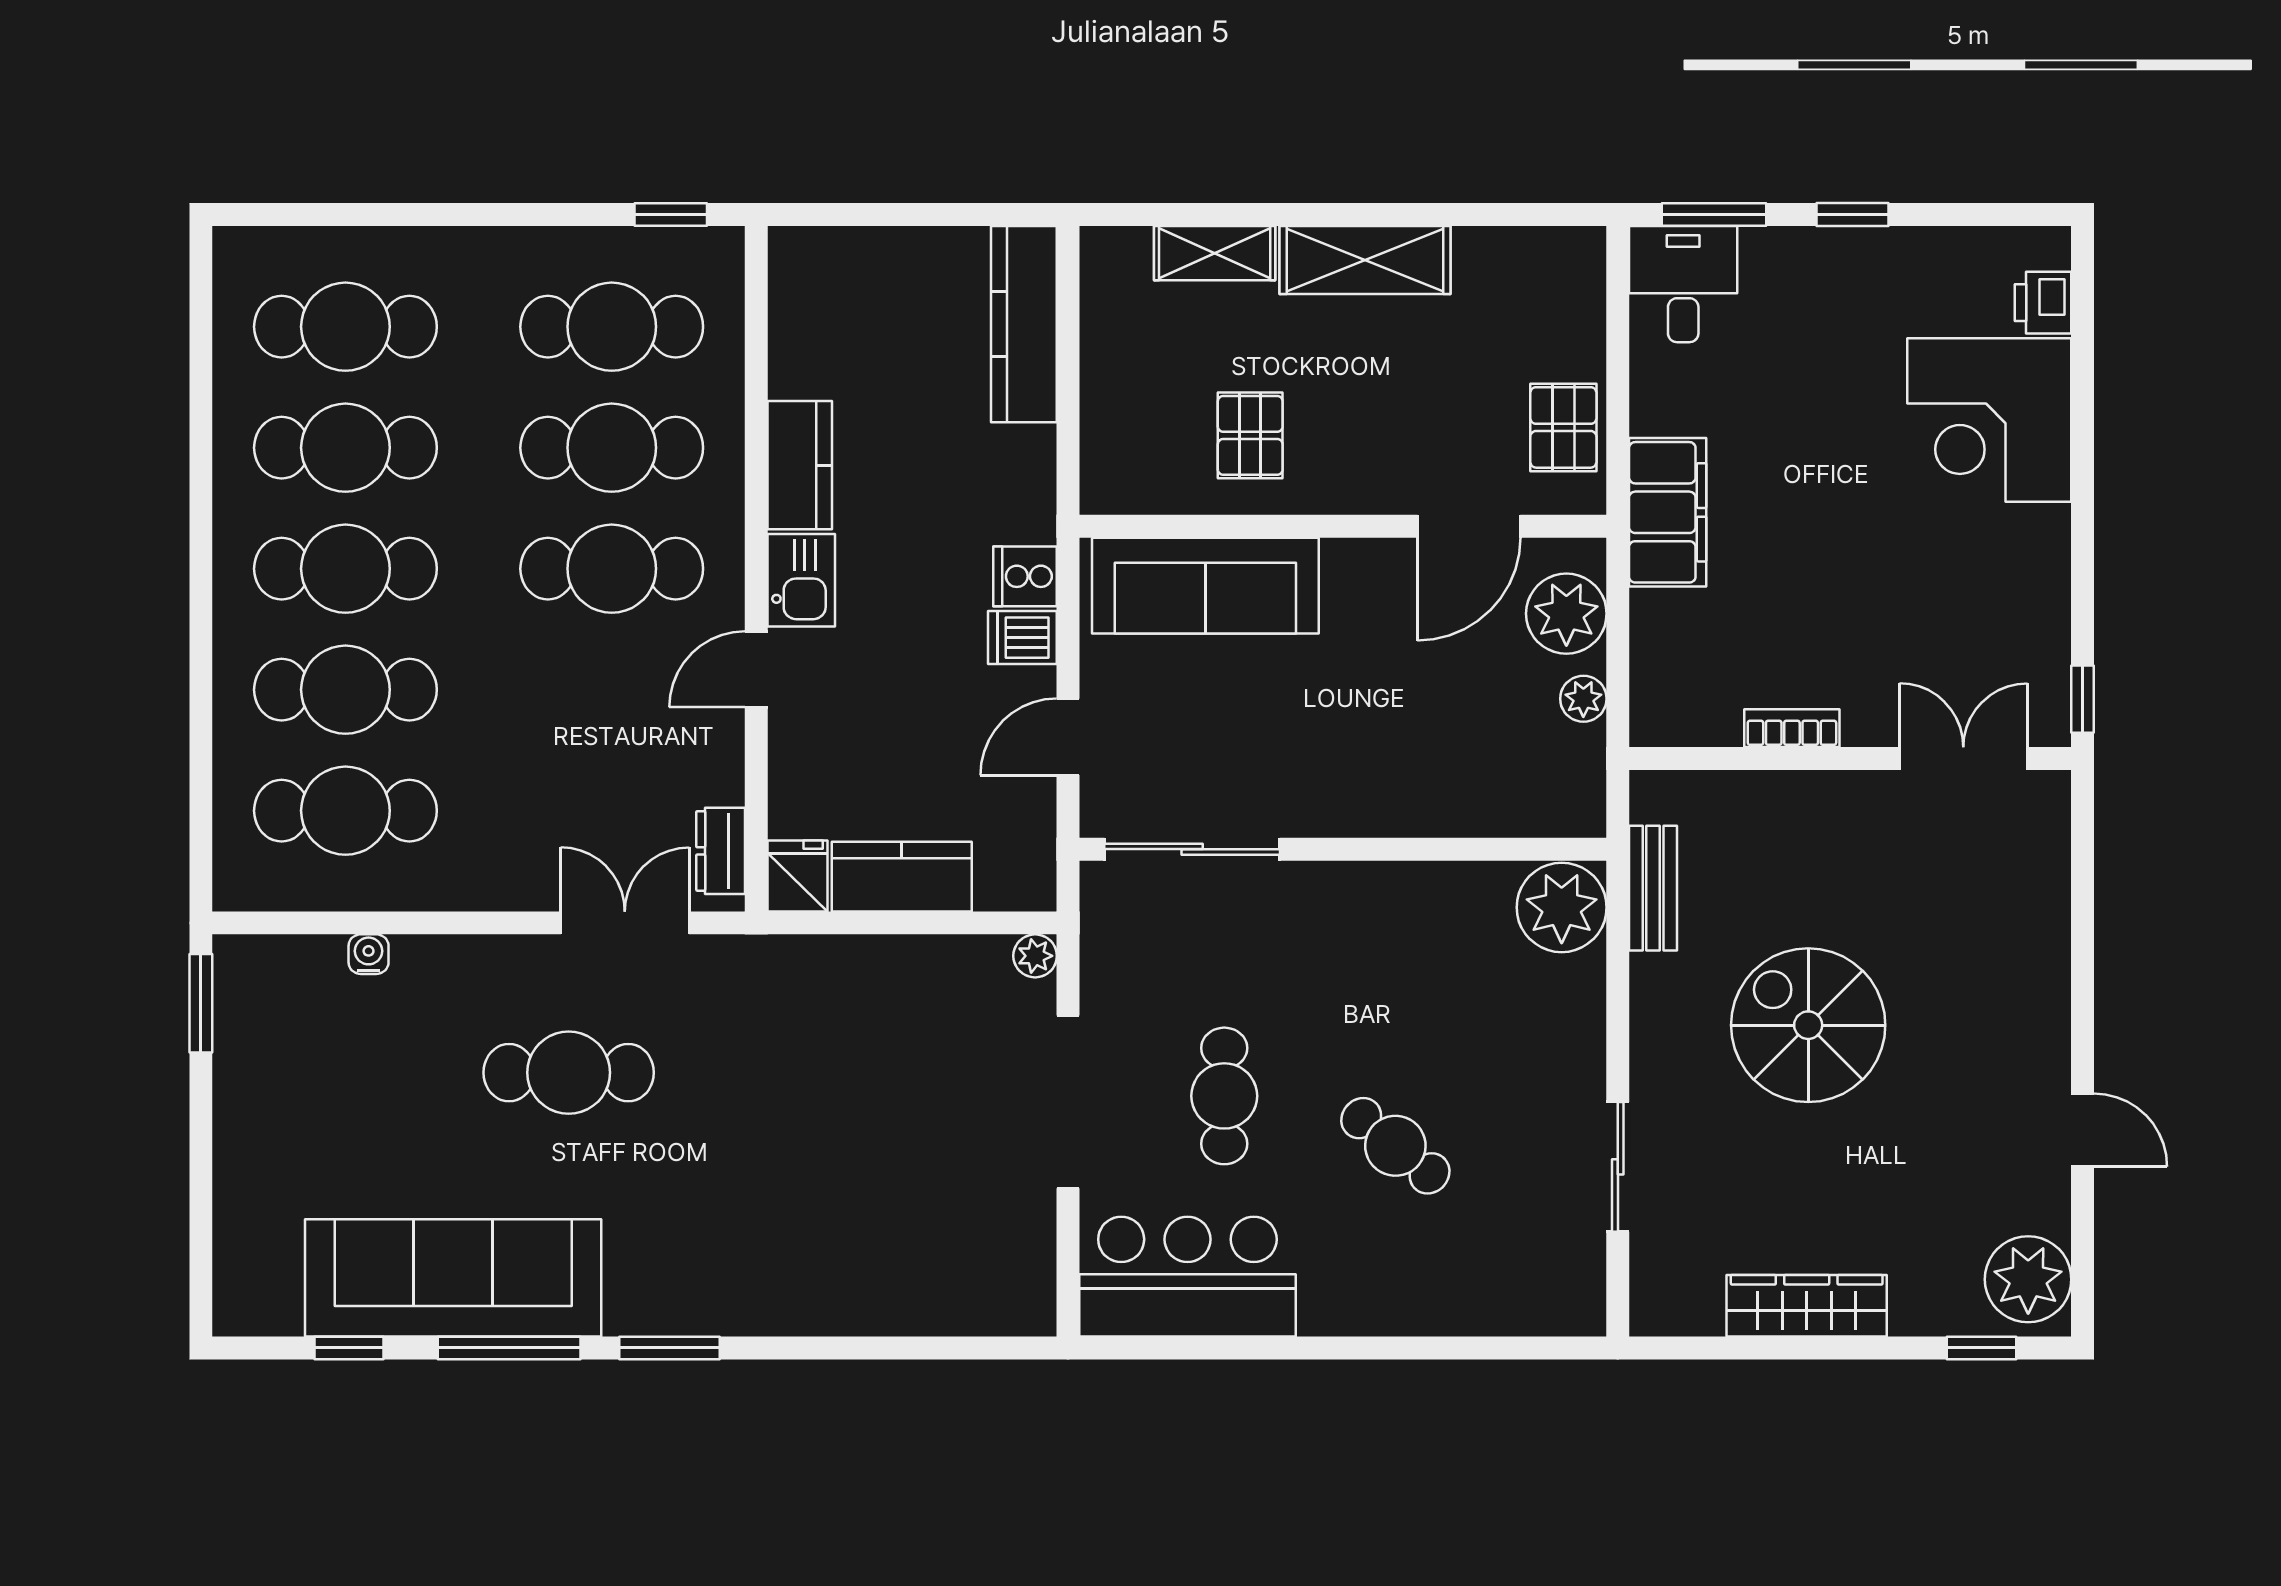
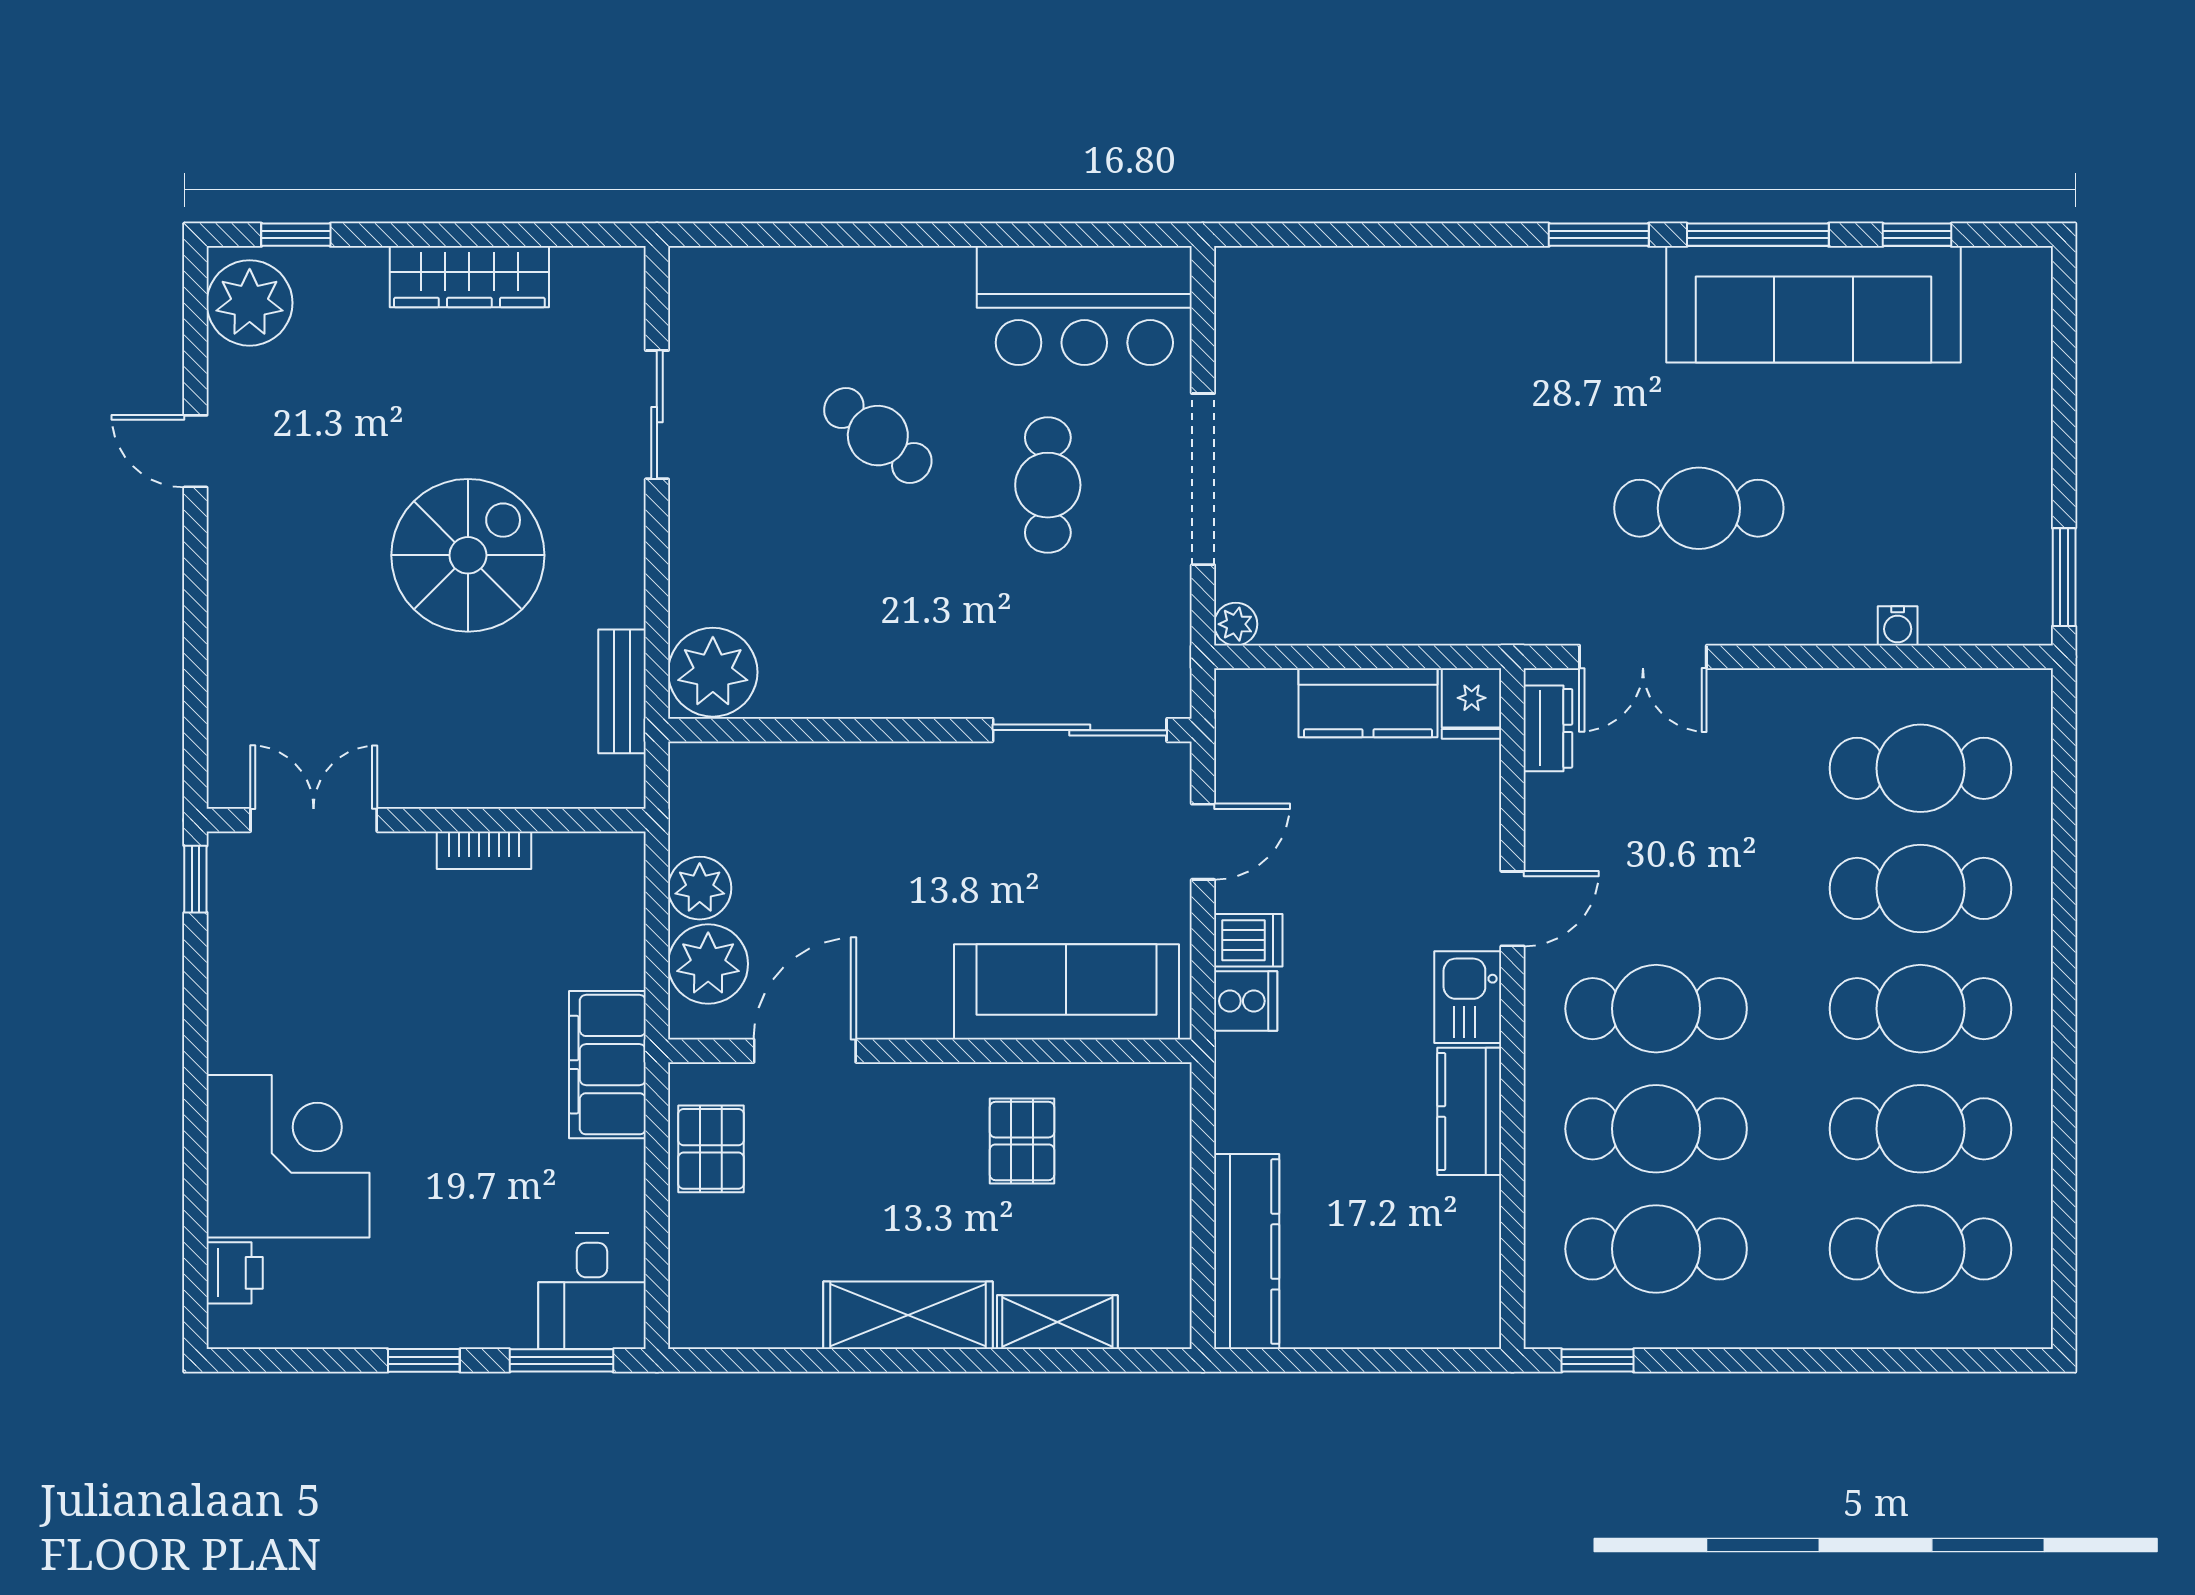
plant: (1583, 699) -> (700, 888), width x1.38, depth x1.38
double door: (1963, 759) -> (314, 820), swing flipped
spiral stairs: (1808, 1025) -> (468, 555), turned -90

